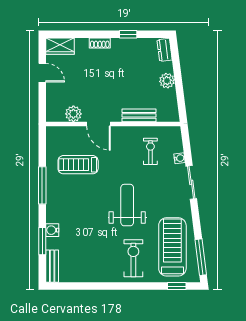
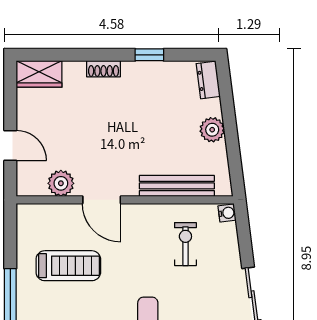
door: (42, 73) -> (10, 146), moved
bench: (139, 115) -> (177, 186), width x1.36
water cooler: (179, 158) -> (227, 213), moved
treadmill: (78, 165) -> (68, 266), turned 180

